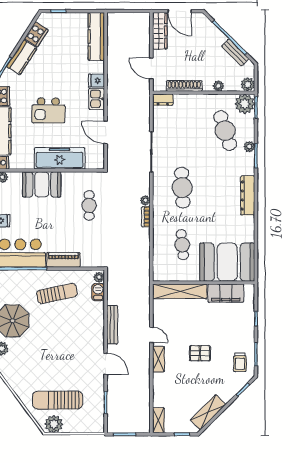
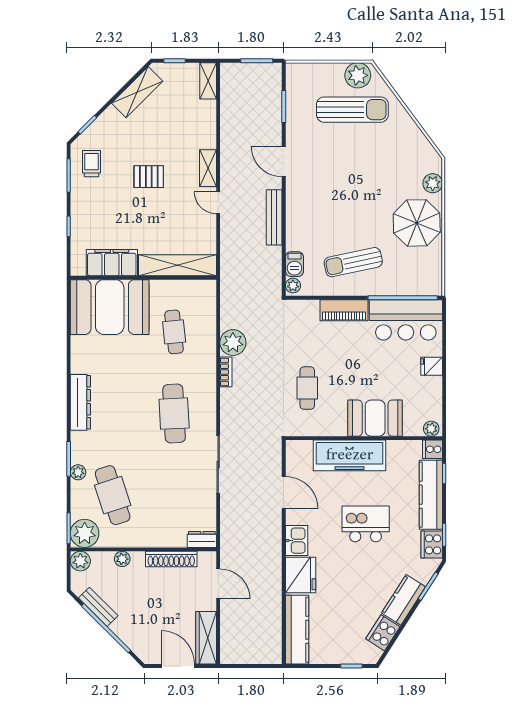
fridge: (96, 81) -> (301, 575), width x1.88, depth x1.34
plant: (145, 200) -> (233, 343), moved, width x1.88, depth x1.88

